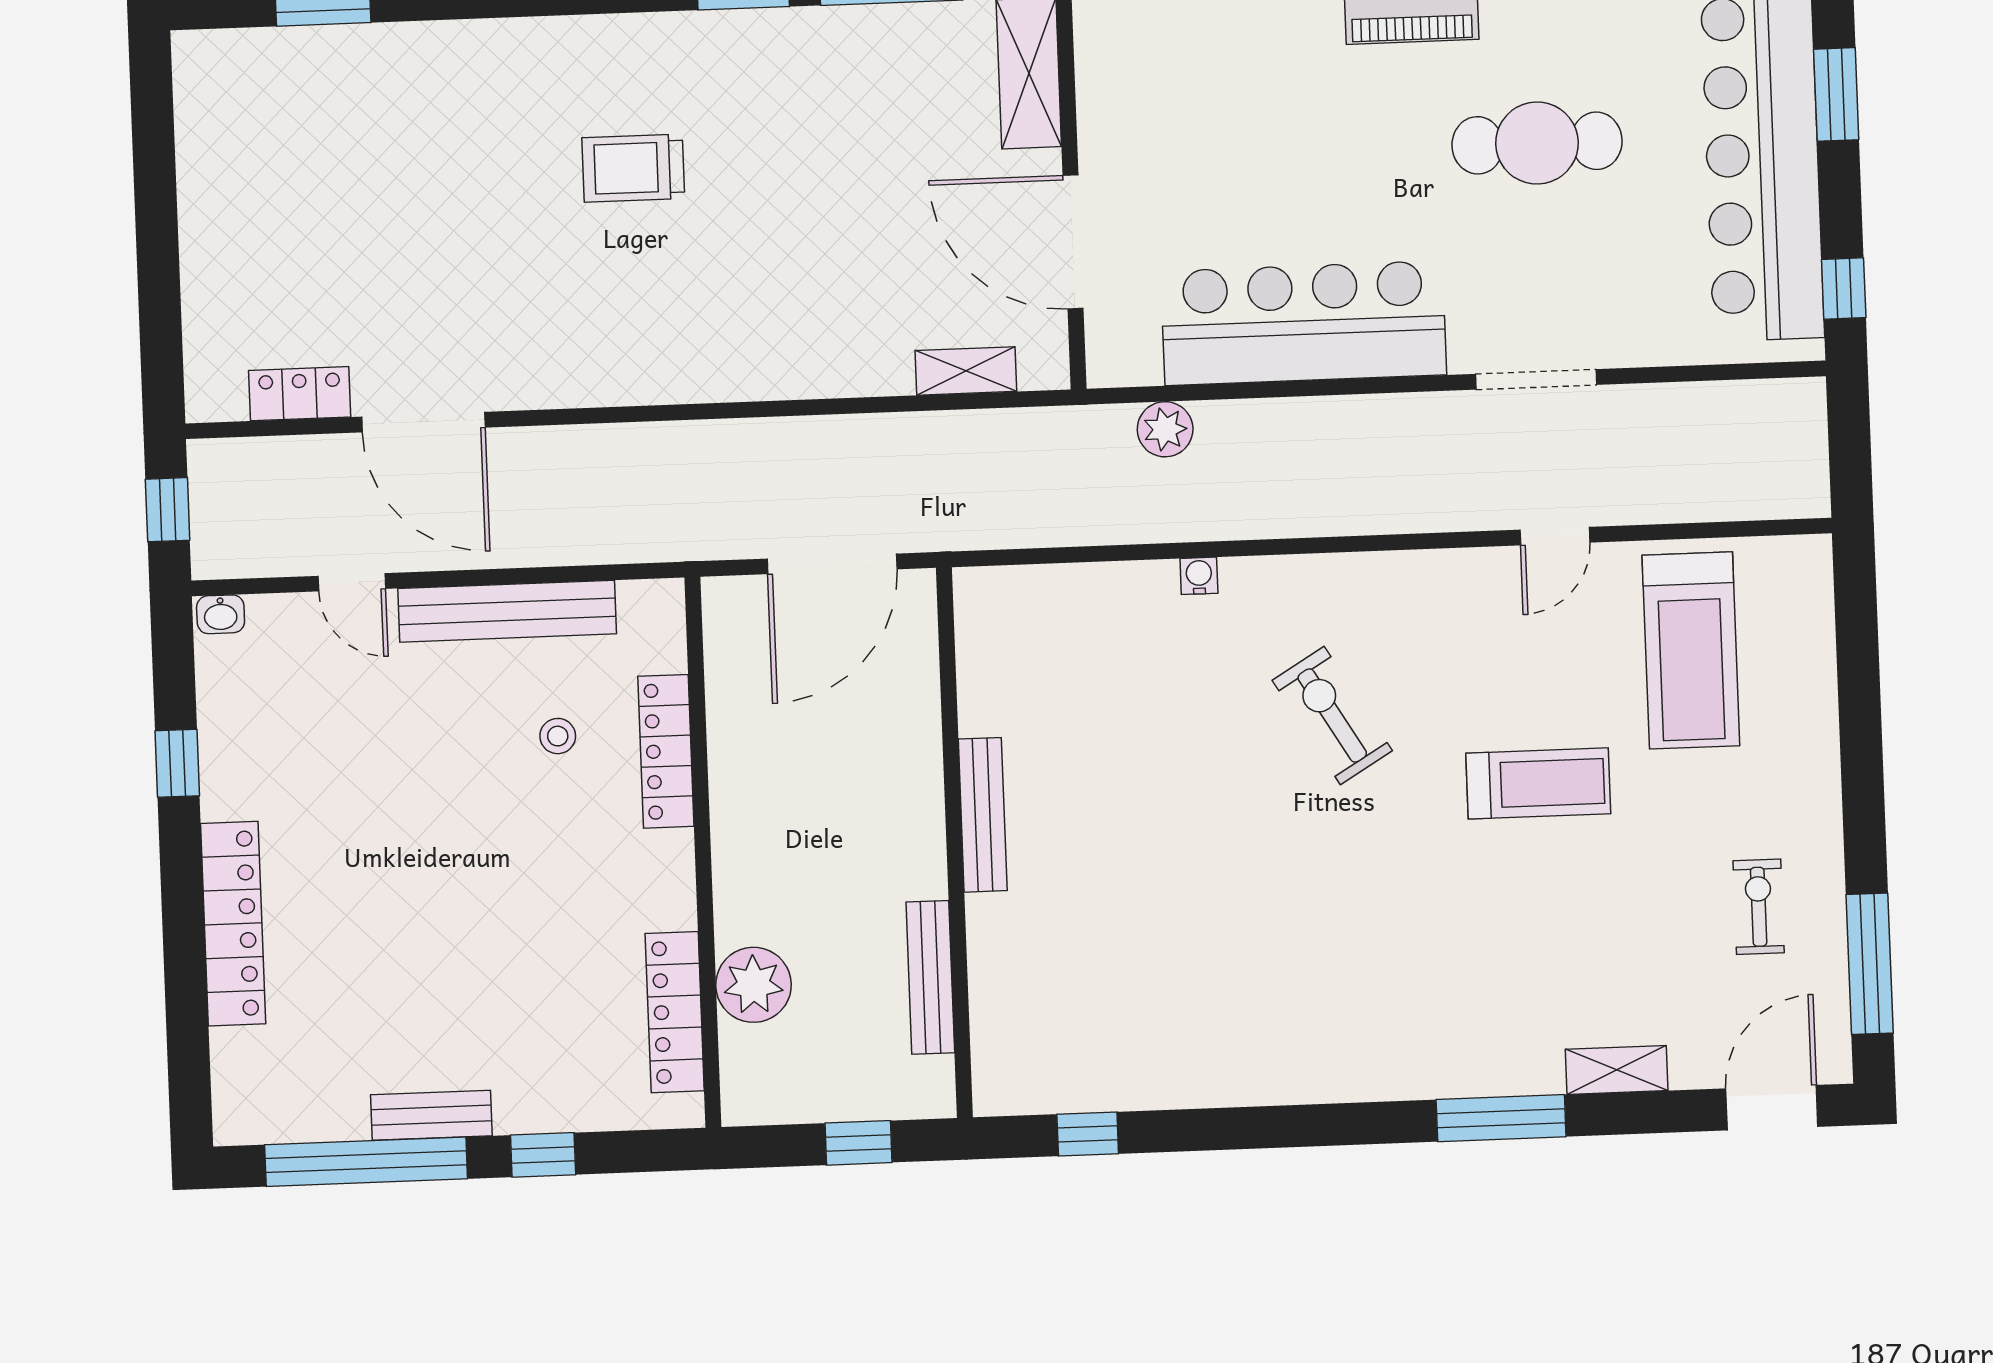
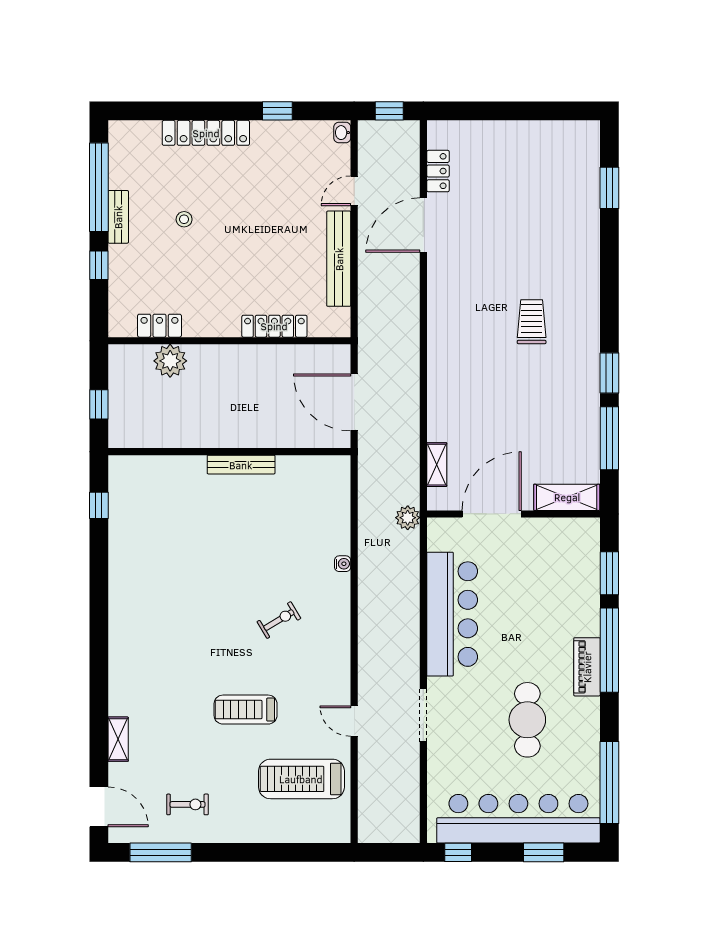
plant: (1165, 429) -> (408, 518), moved
exercise bike: (1332, 715) -> (279, 620), width x0.73, depth x0.72
stool: (558, 736) -> (184, 219), moved
treadmill: (1538, 783) -> (246, 710), turned 90
bench: (930, 977) -> (170, 439), removed
locker: (675, 1012) -> (159, 326), width x0.66
window: (1501, 1118) -> (99, 688), removed

